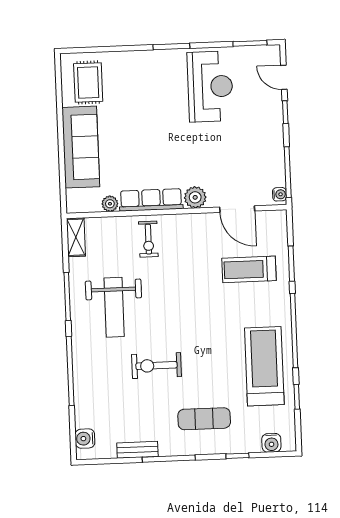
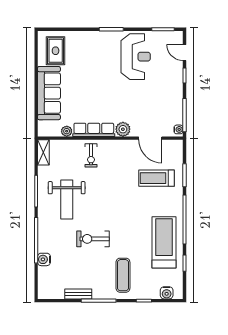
exercise mat: (204, 419) -> (123, 275), turned 90
water cooler: (85, 439) -> (44, 259), moved

